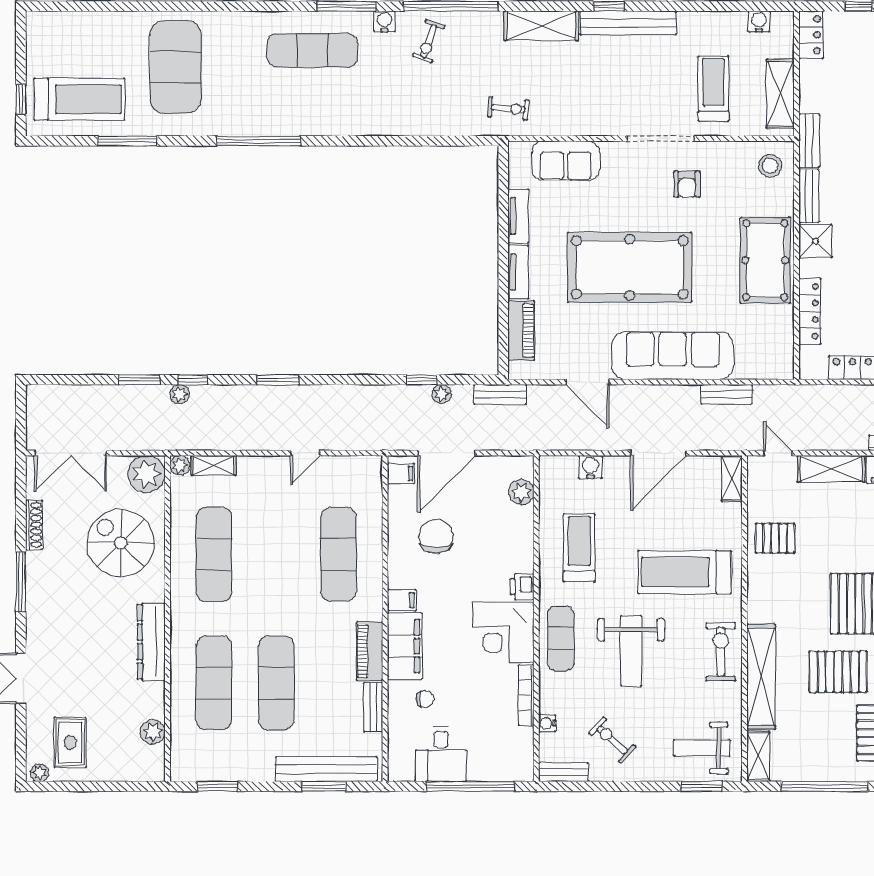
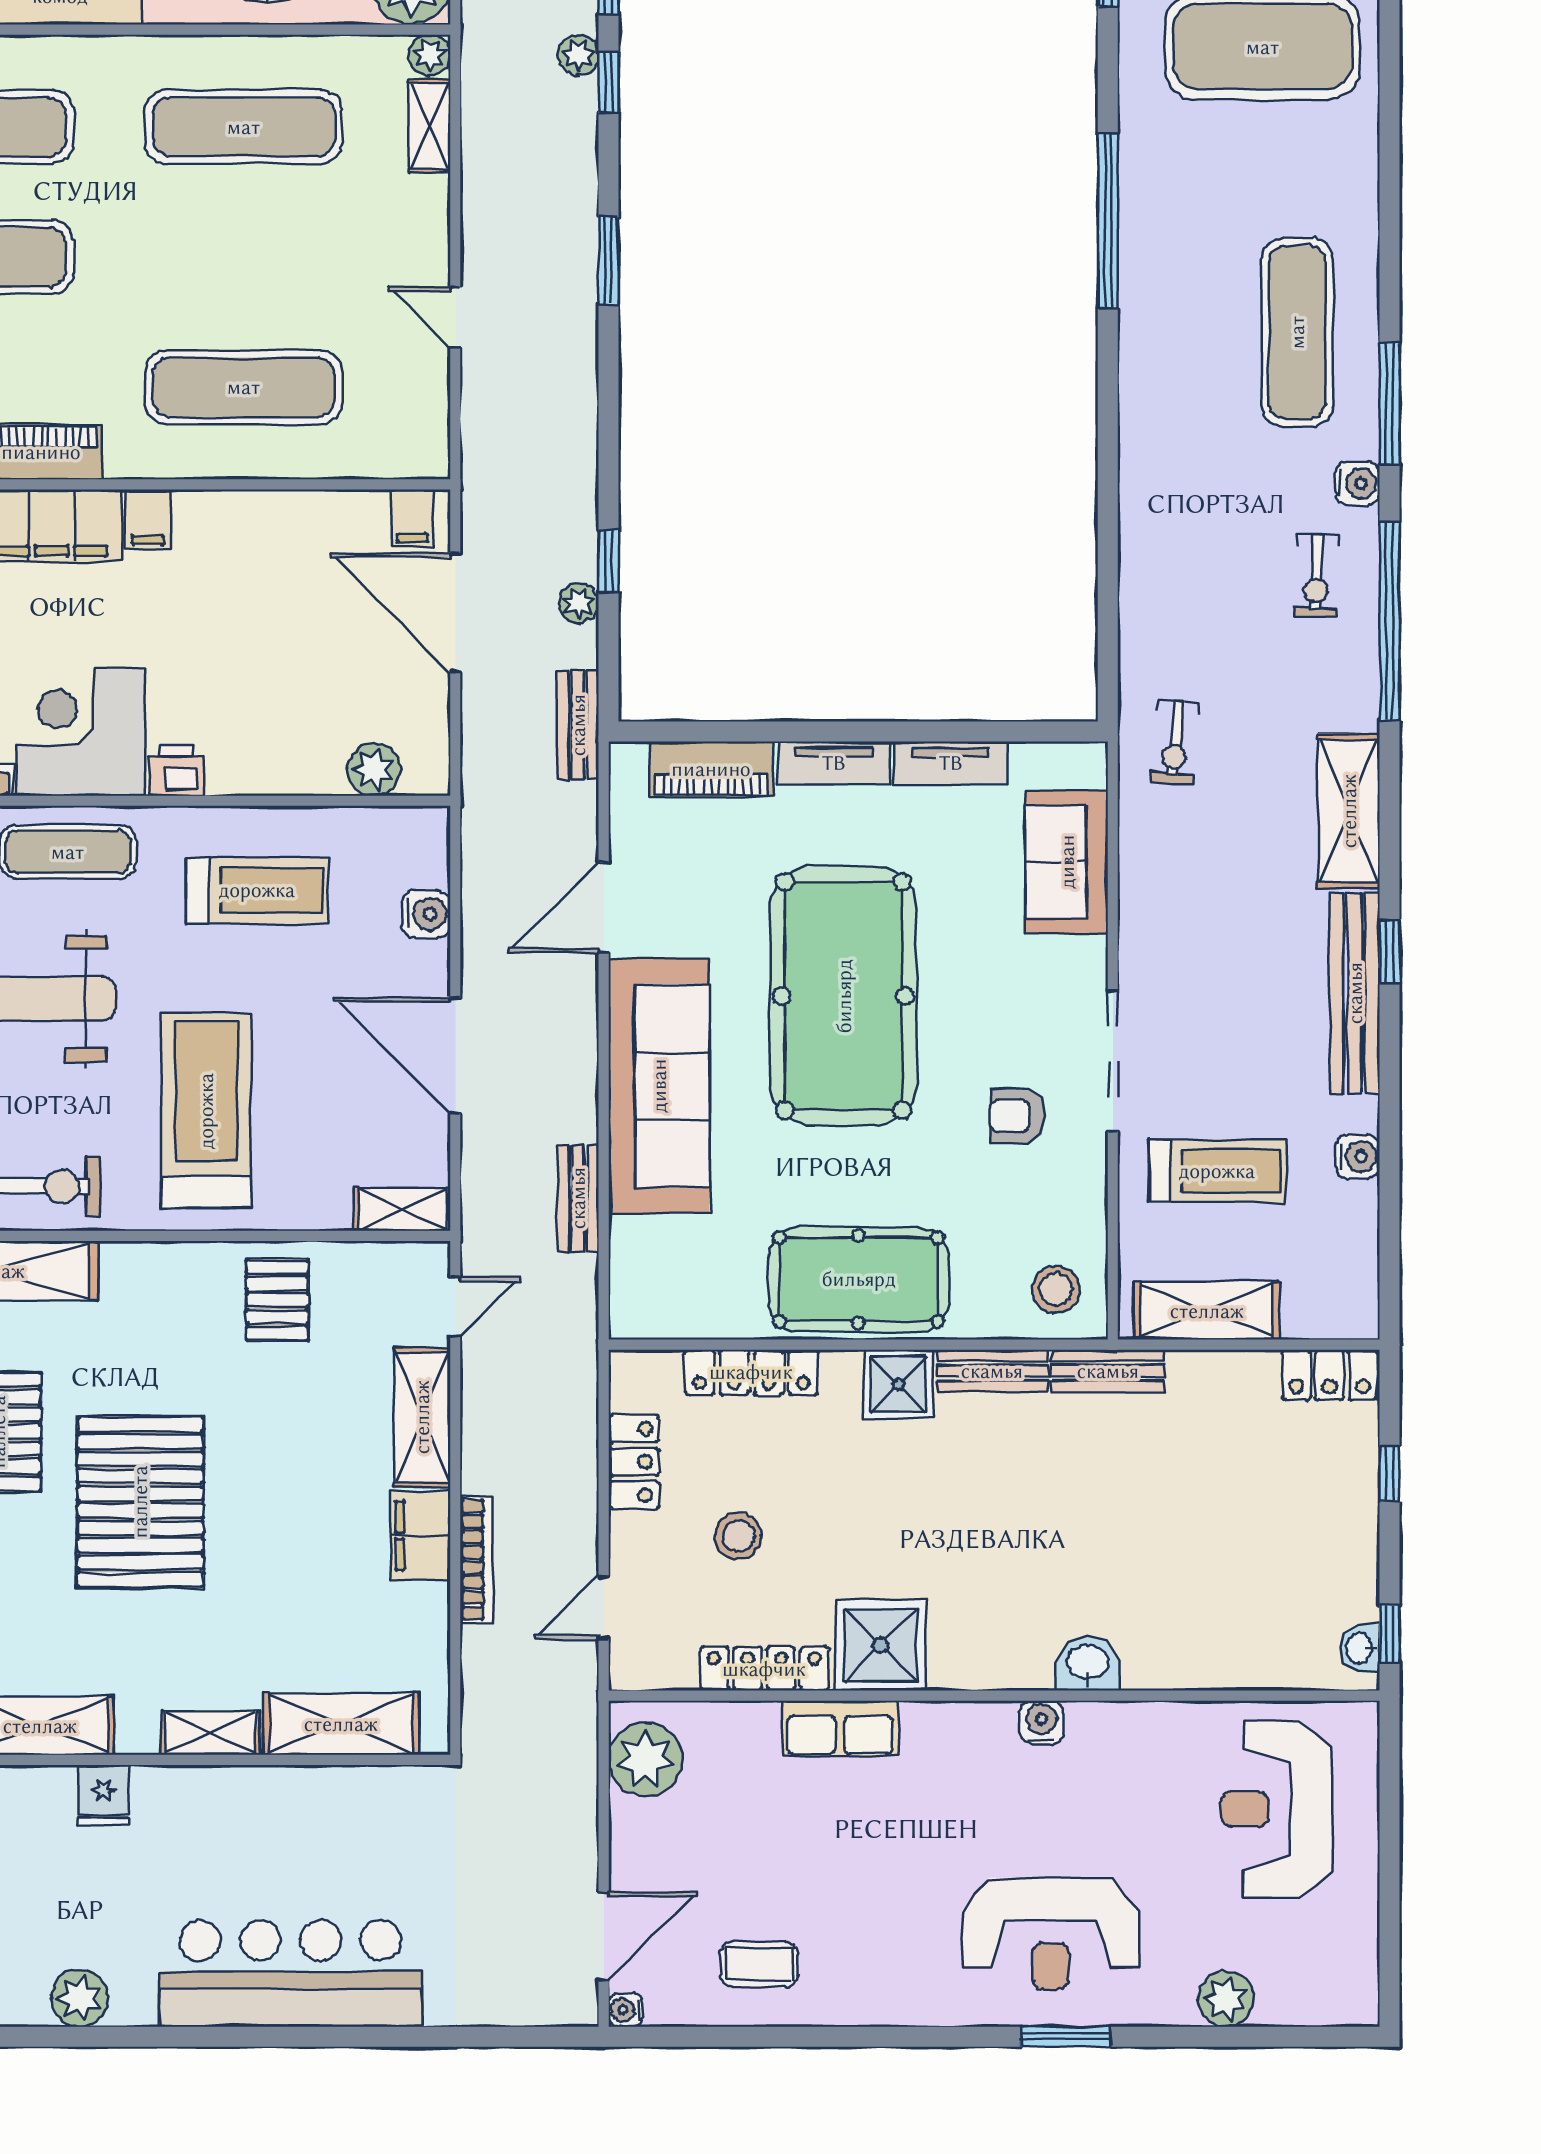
water cooler: (759, 21) -> (1358, 1157), moved
exercise bike: (429, 41) -> (1316, 576), turned -108
chair: (436, 537) -> (281, 591), removed

